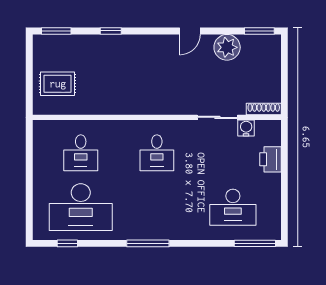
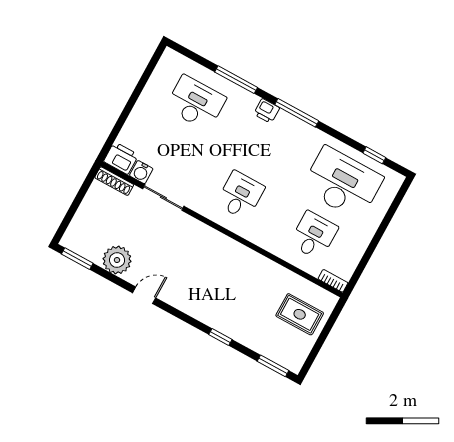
bookcase: (46, 125) -> (333, 281), added
printer: (271, 159) -> (121, 158), moved, turned -90
printer: (173, 232) -> (267, 111), added
window: (255, 243) -> (236, 80), moved

